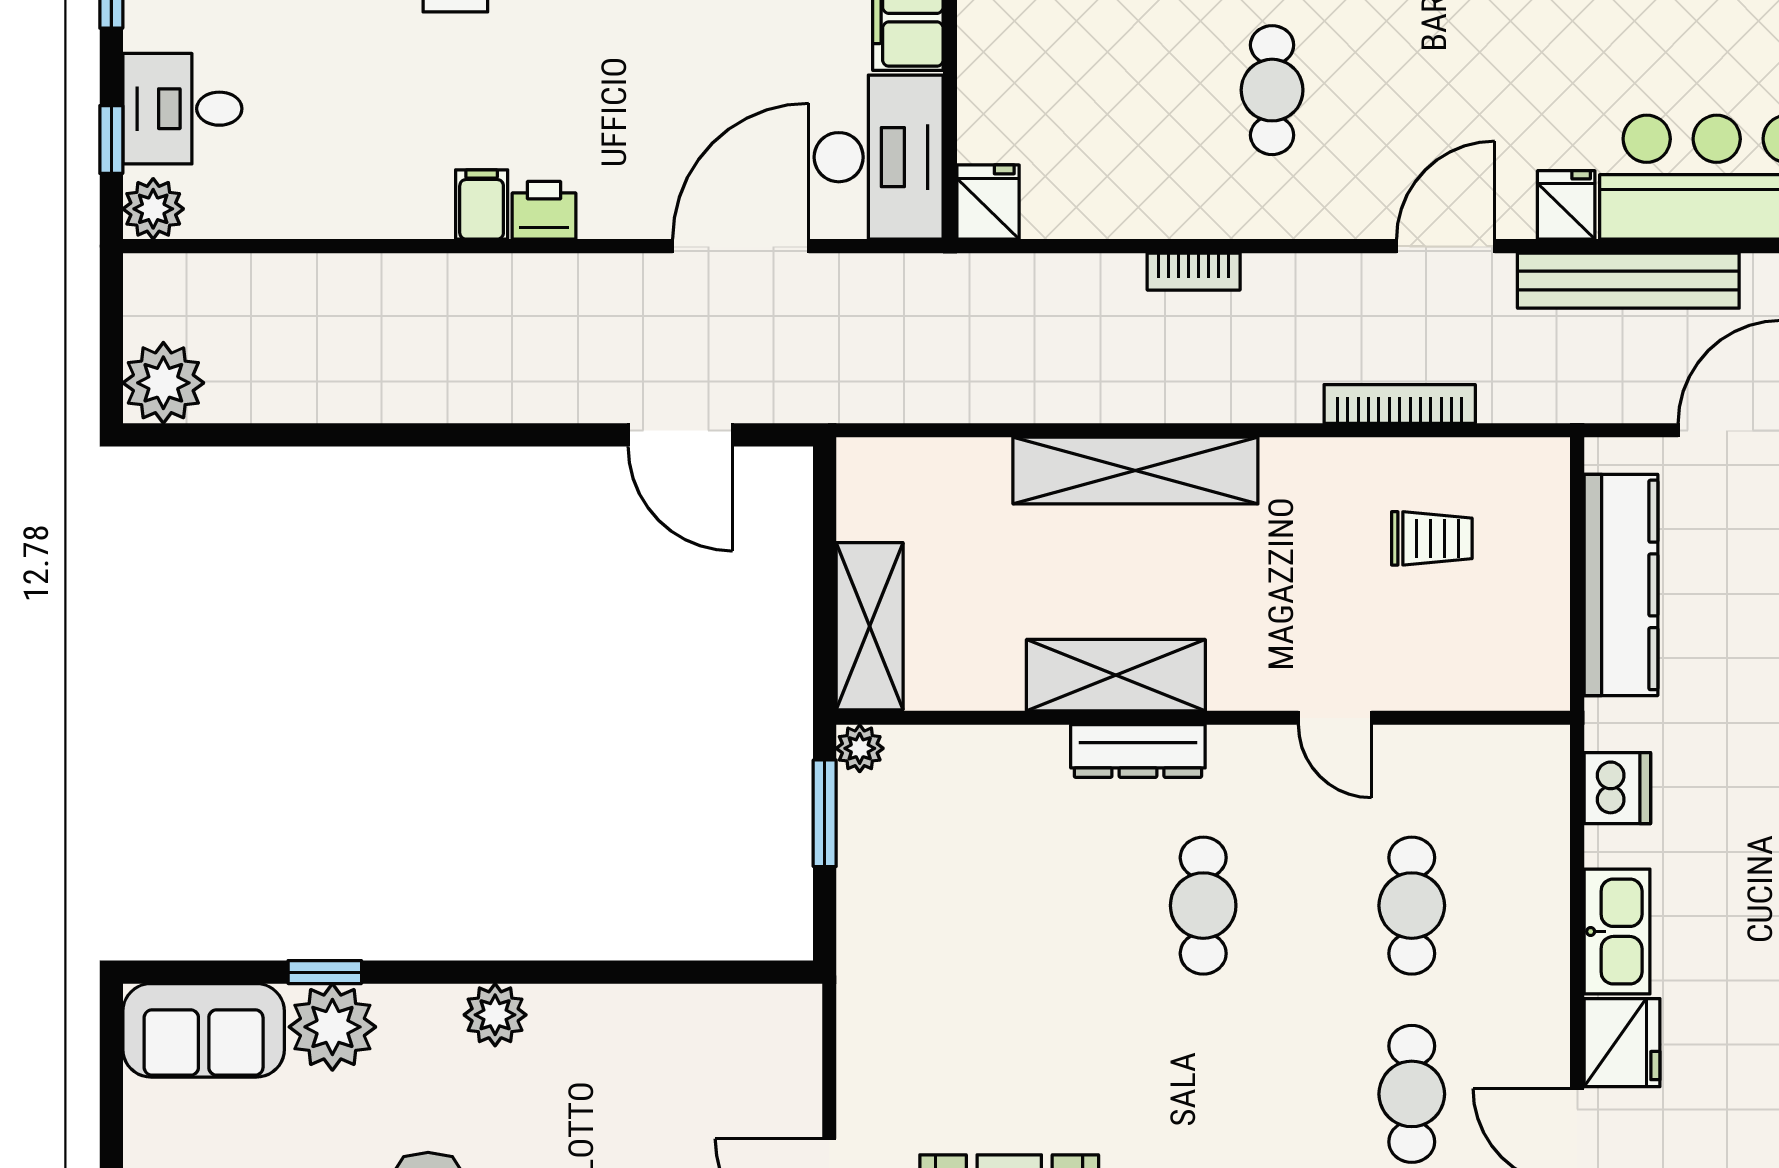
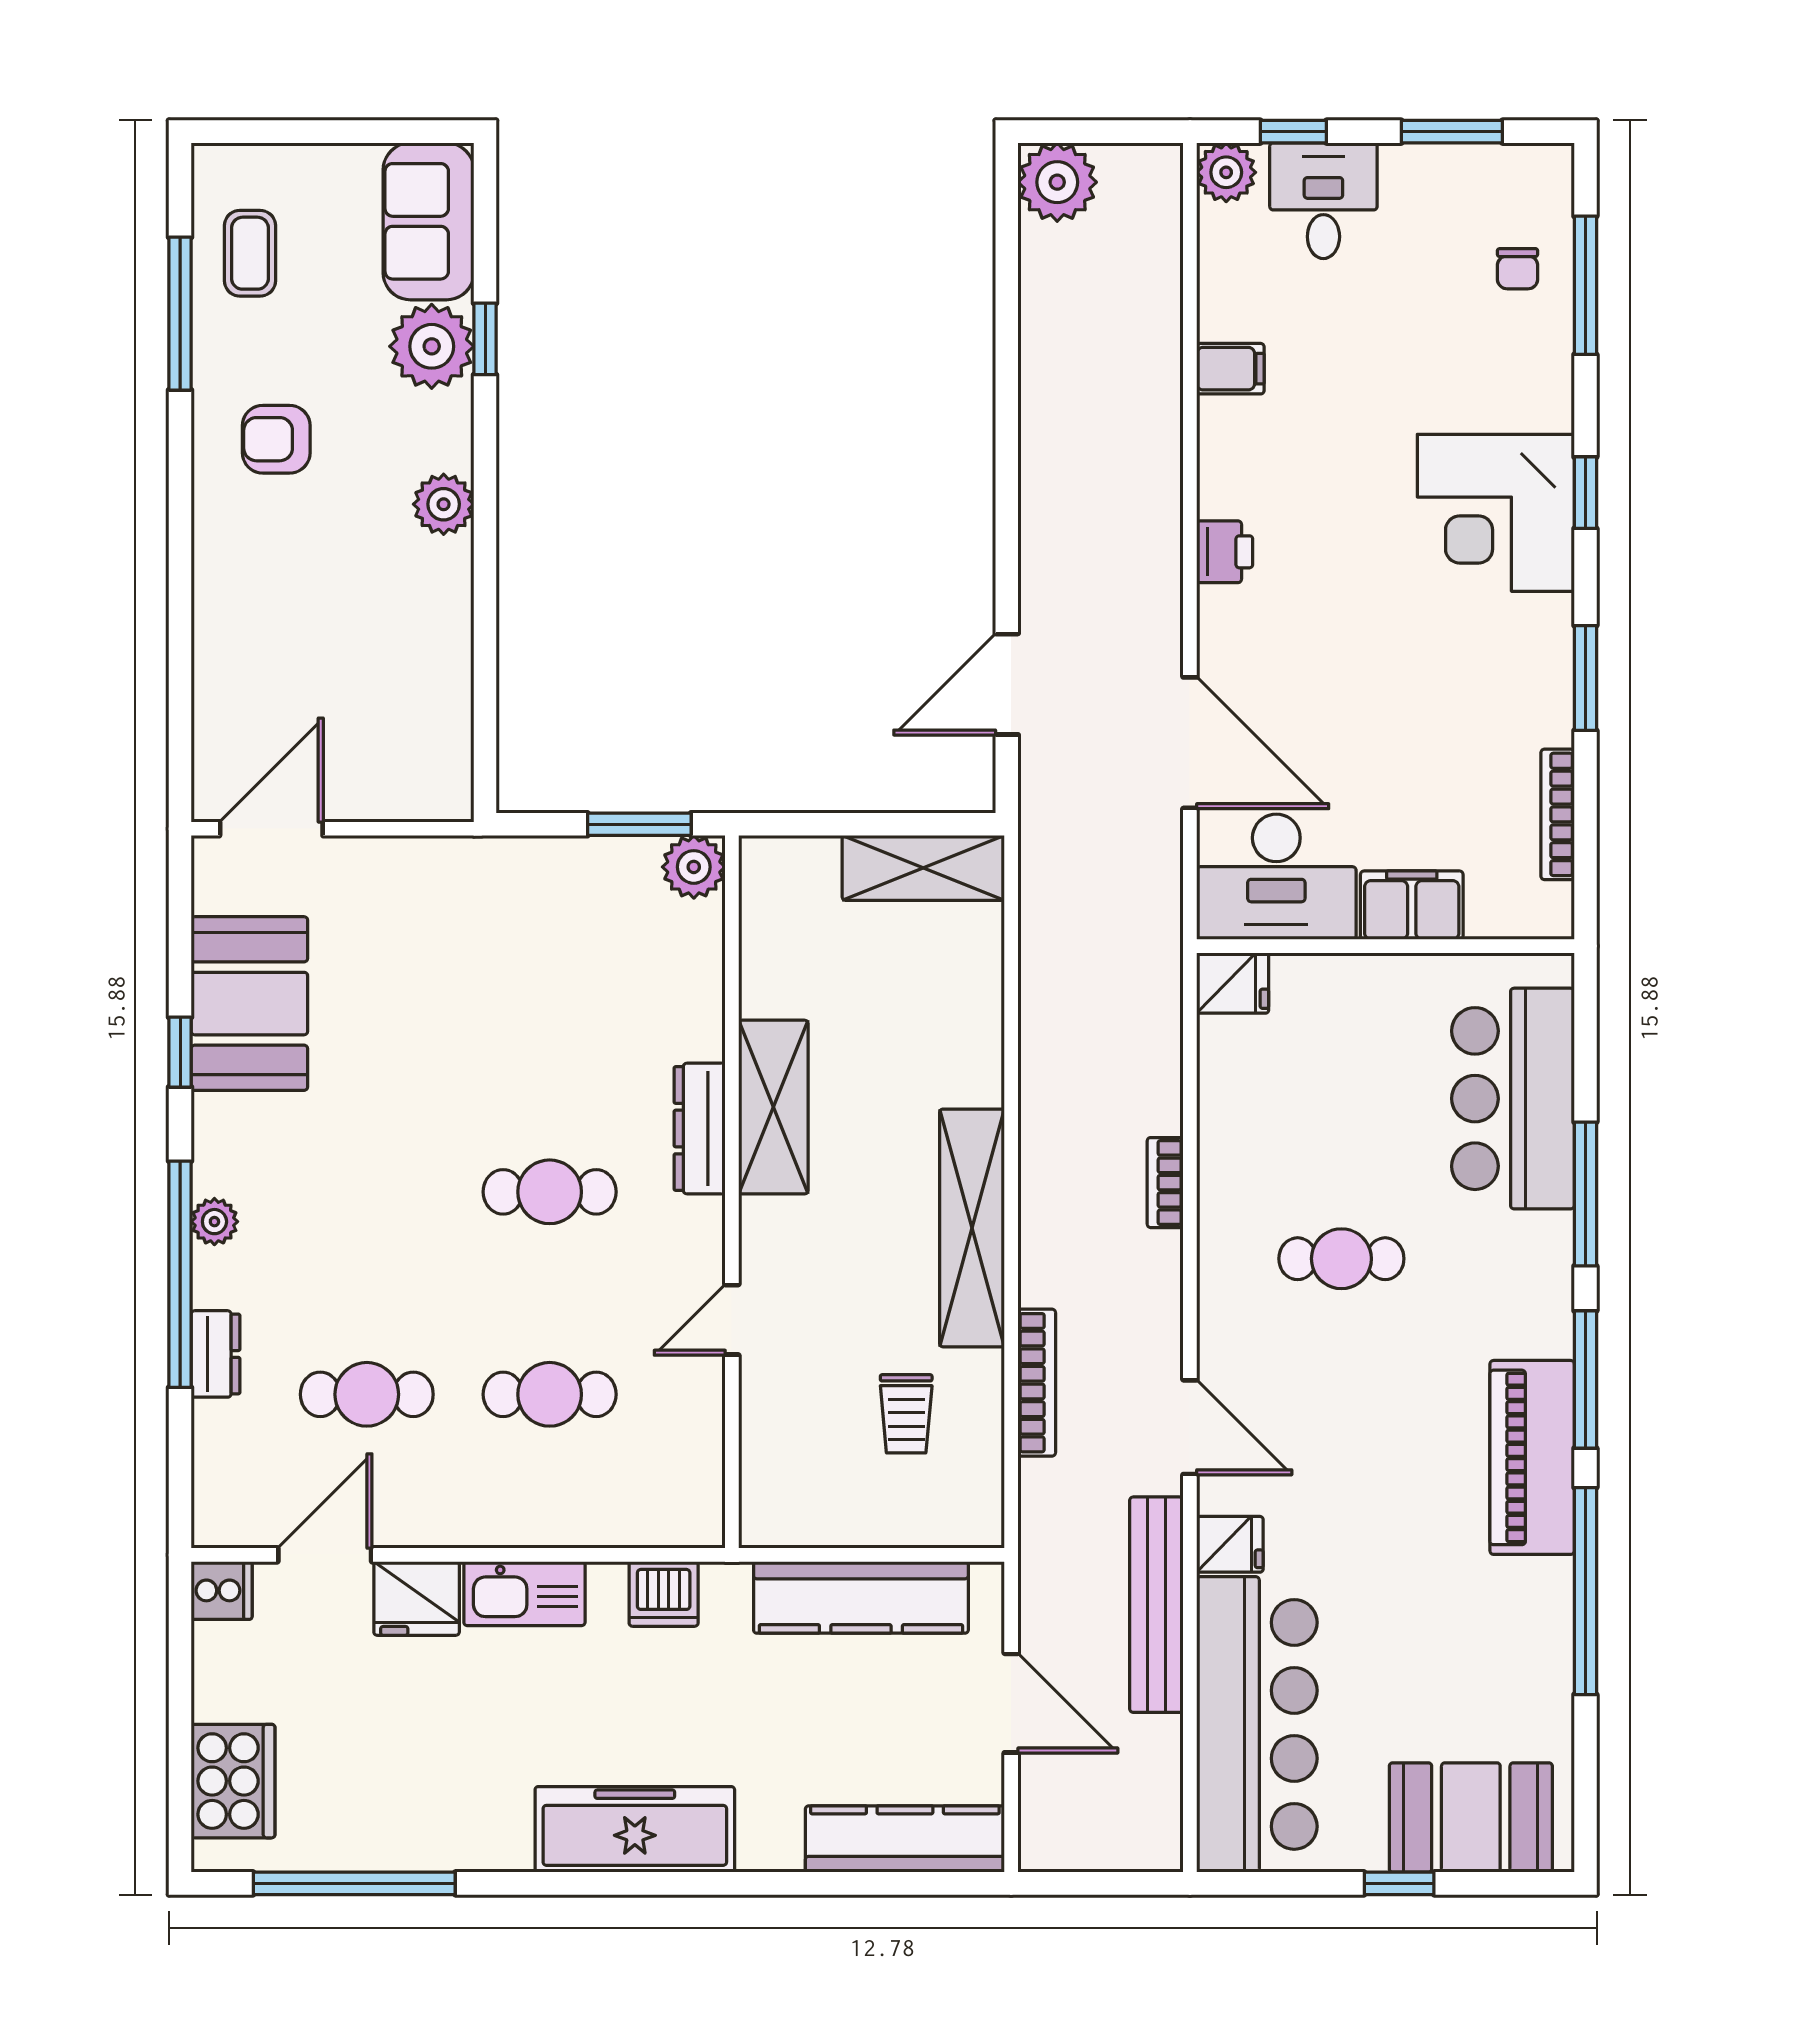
filing cabinet: (482, 204) -> (1230, 369), moved
shelving: (1135, 471) -> (972, 1228), moved
shelving: (870, 626) -> (923, 868), moved
plant: (860, 748) -> (694, 867), width x1.38, depth x1.38

